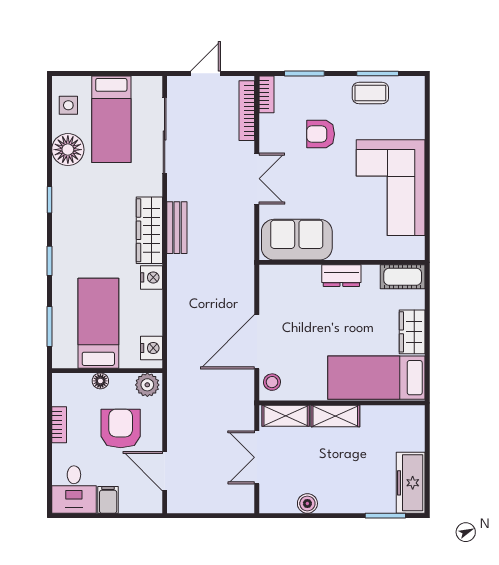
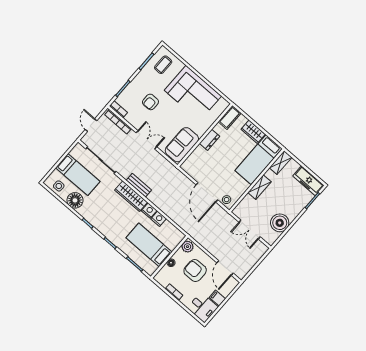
coffee table: (370, 93) -> (163, 65), moved
nightstand: (151, 348) -> (159, 219), moved
shelving: (286, 416) -> (281, 163), moved
door: (165, 471) -> (225, 268), hinge flipped
boiler: (307, 503) -> (280, 223), width x1.86, depth x1.86

